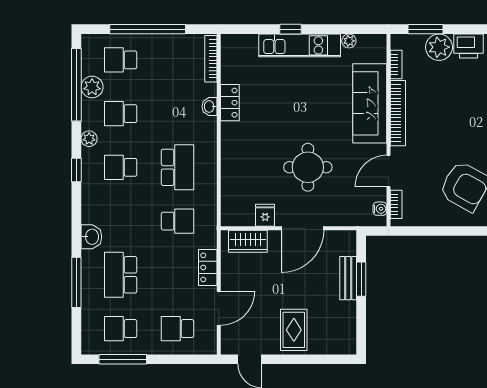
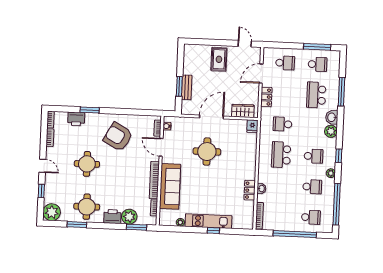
plant: (92, 87) -> (331, 131), moved
door: (389, 171) -> (161, 147), swing flipped
fridge: (265, 215) -> (252, 126), moved
school desk: (121, 275) -> (316, 95), turned 180

